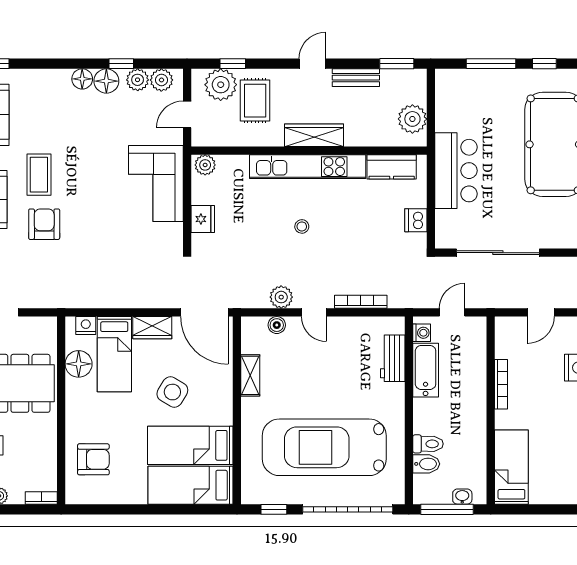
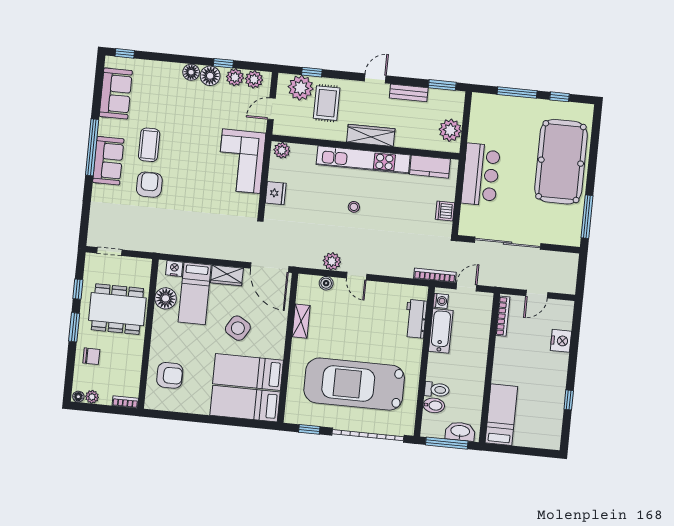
bookcase: (361, 302) -> (435, 275), moved
bookcase: (501, 384) -> (503, 316), moved
washbasin: (462, 497) -> (460, 431), width x1.91, depth x1.45

